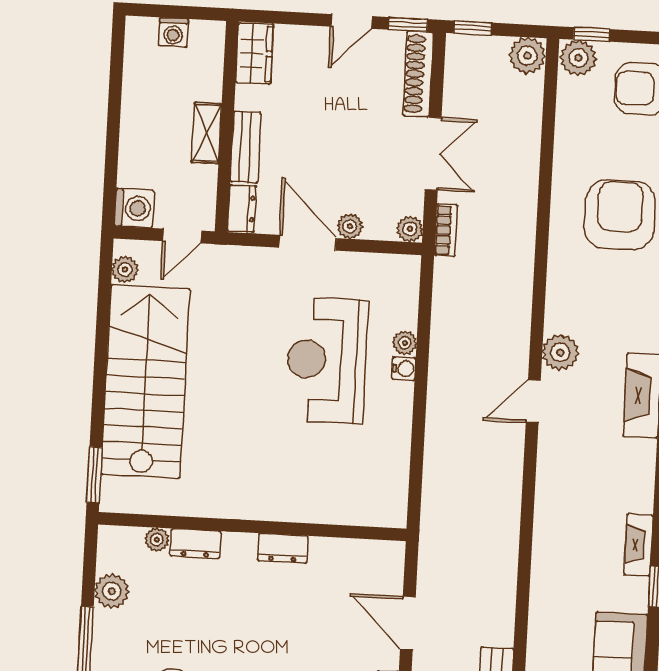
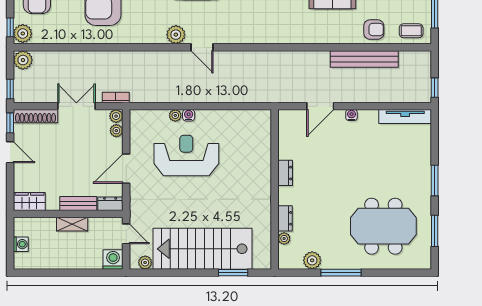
plant: (350, 226) -> (116, 131), moved
reception desk: (327, 360) -> (186, 156), turned 180
window: (94, 475) -> (233, 273), moved

